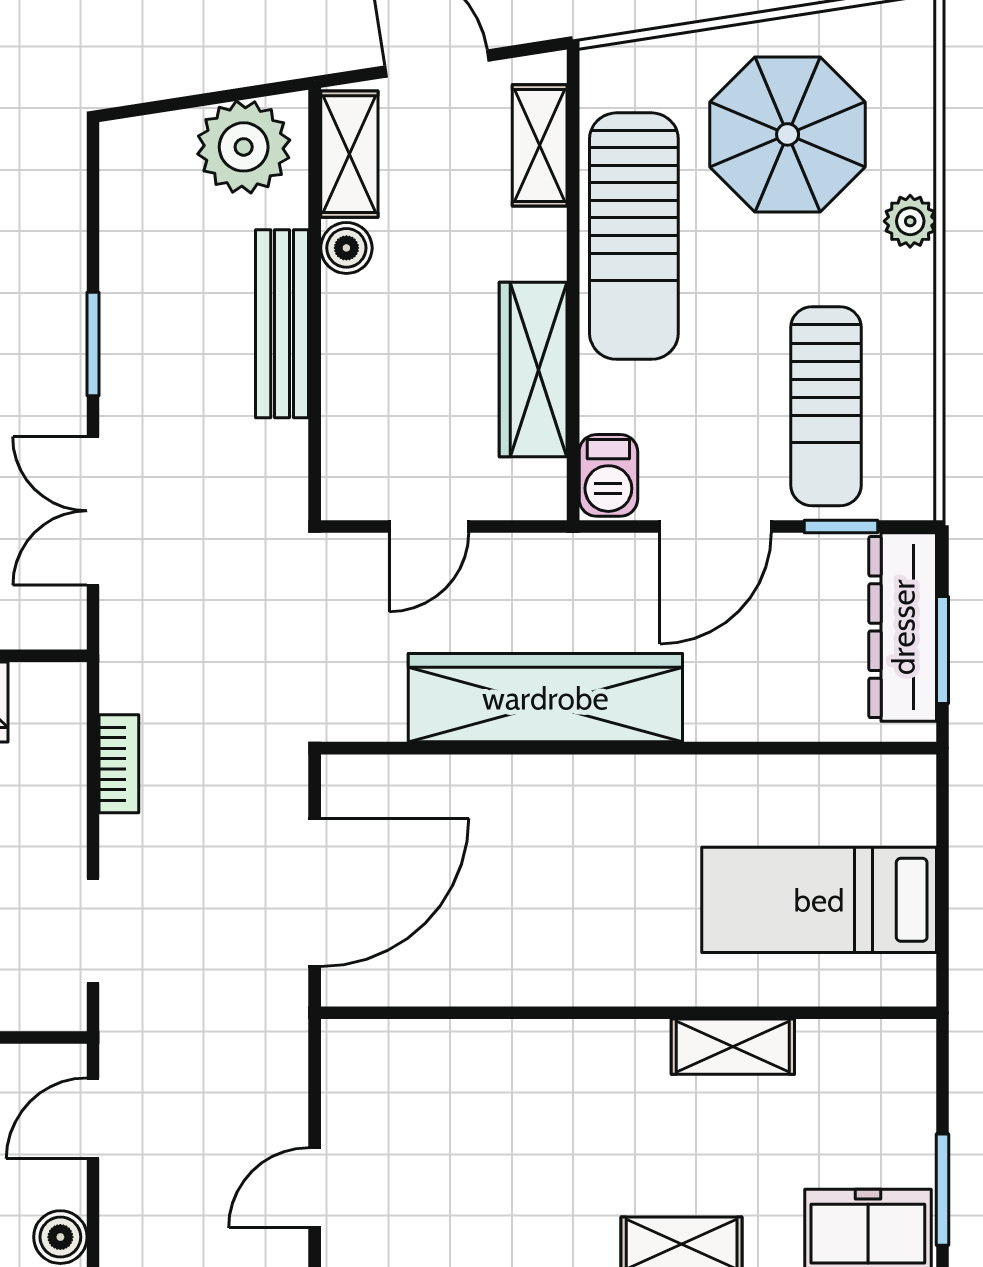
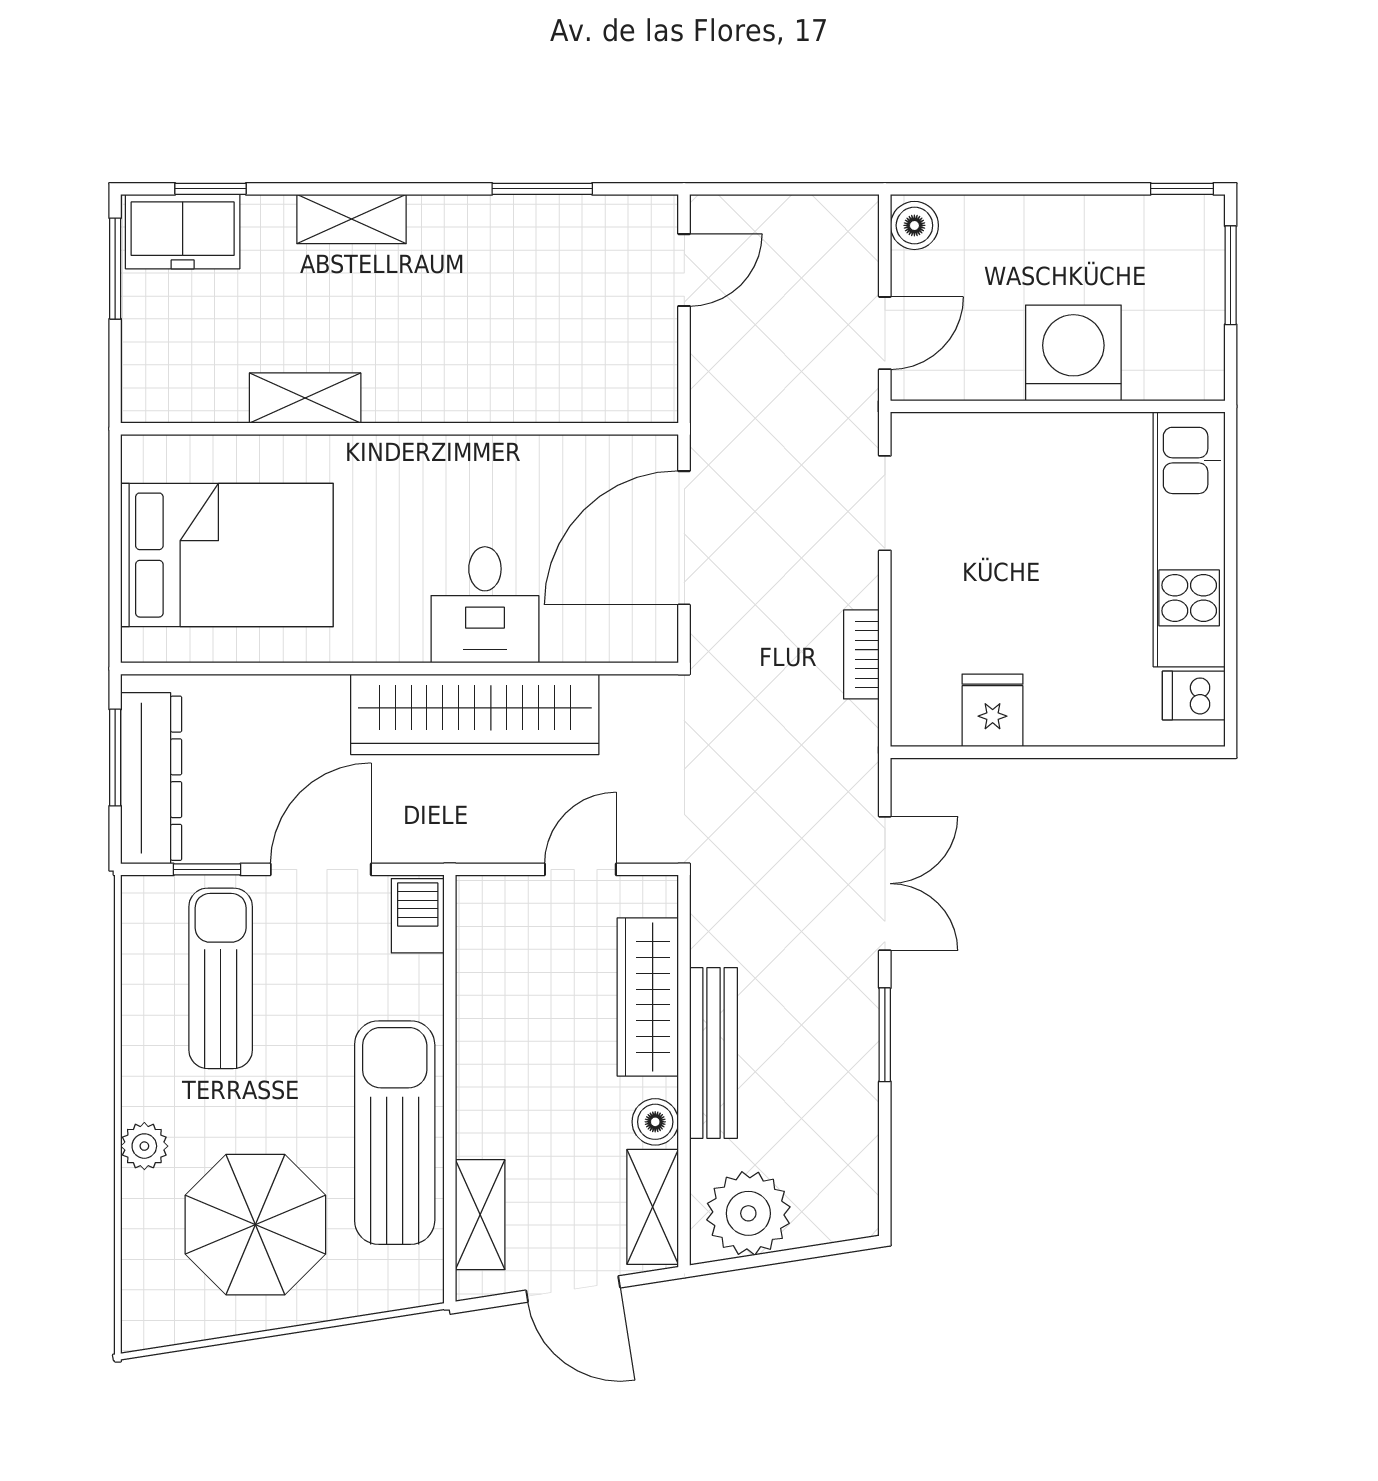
wardrobe: (533, 370) -> (648, 997), moved, turned 180
desk: (534, 818) -> (485, 605), added
bed: (819, 900) -> (227, 555), width x1.50

